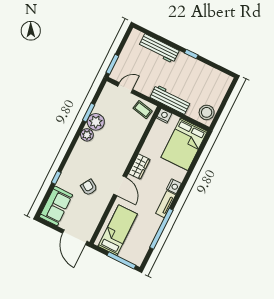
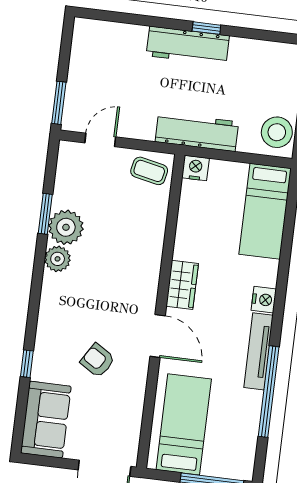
workbench: (159, 48) -> (188, 46), moved
bed: (184, 144) -> (265, 211), width x0.67
tv unit: (166, 204) -> (259, 351), width x1.41

